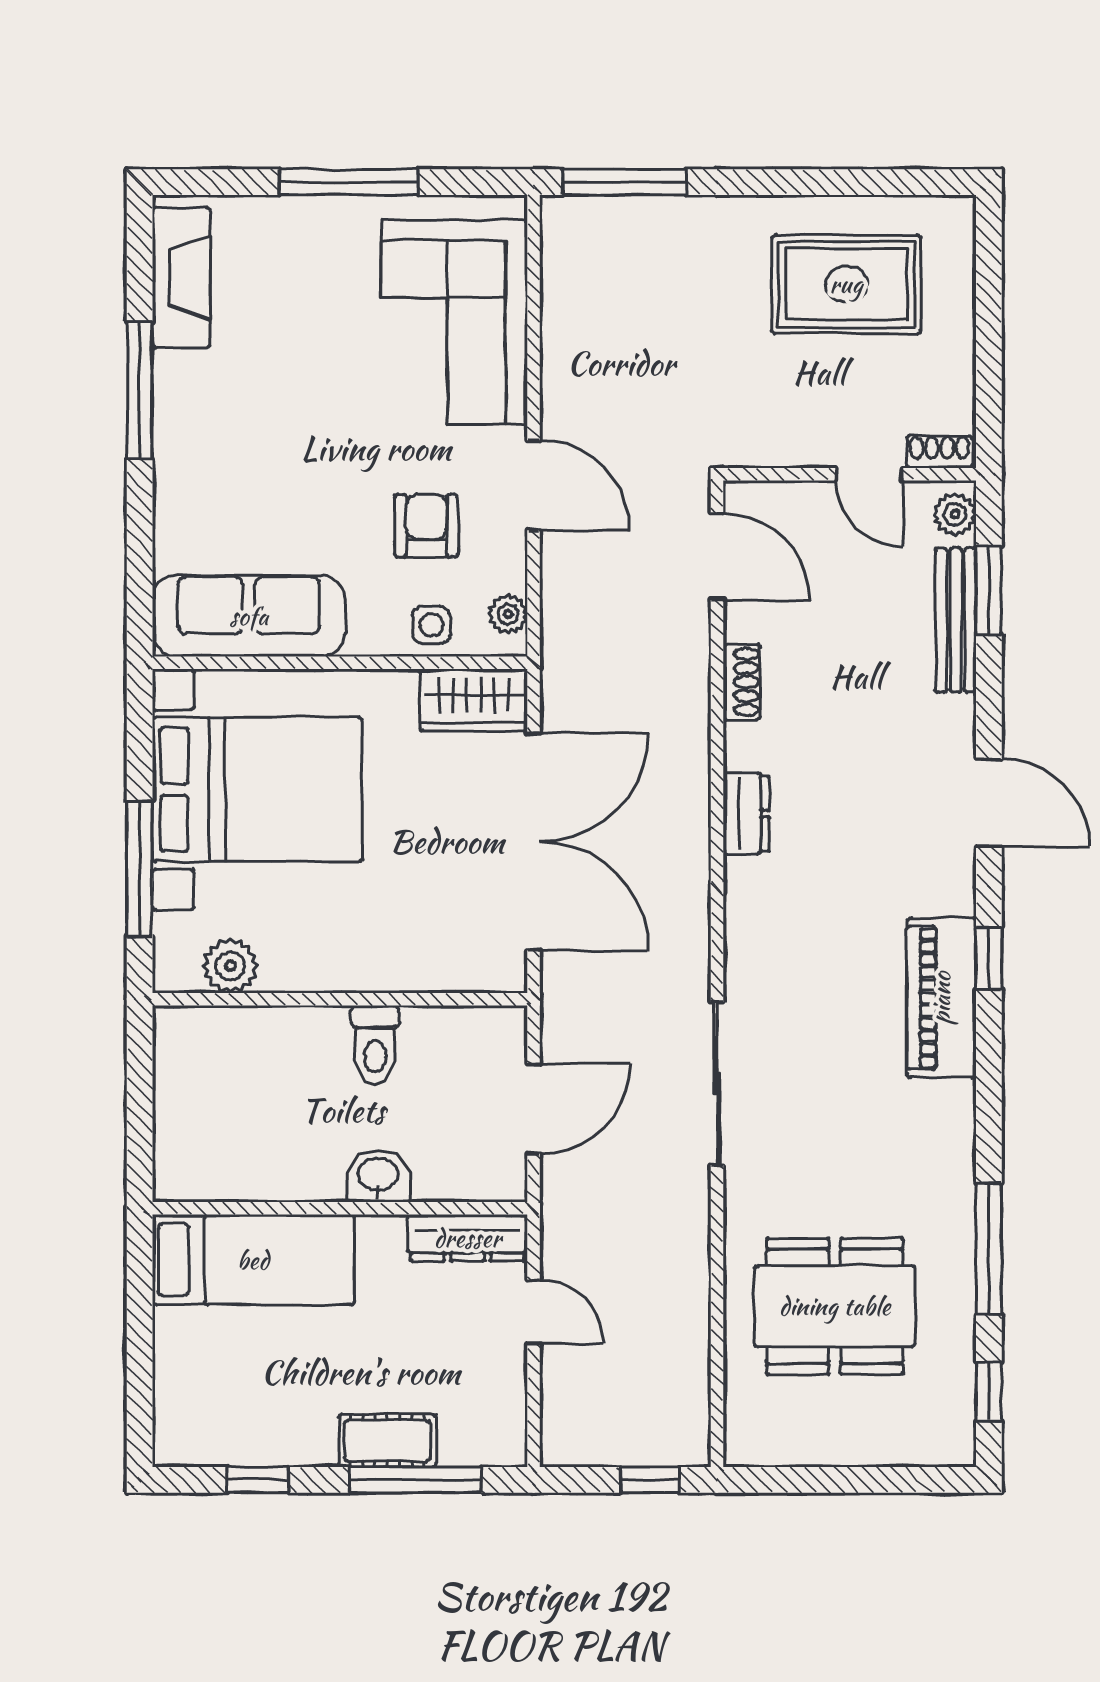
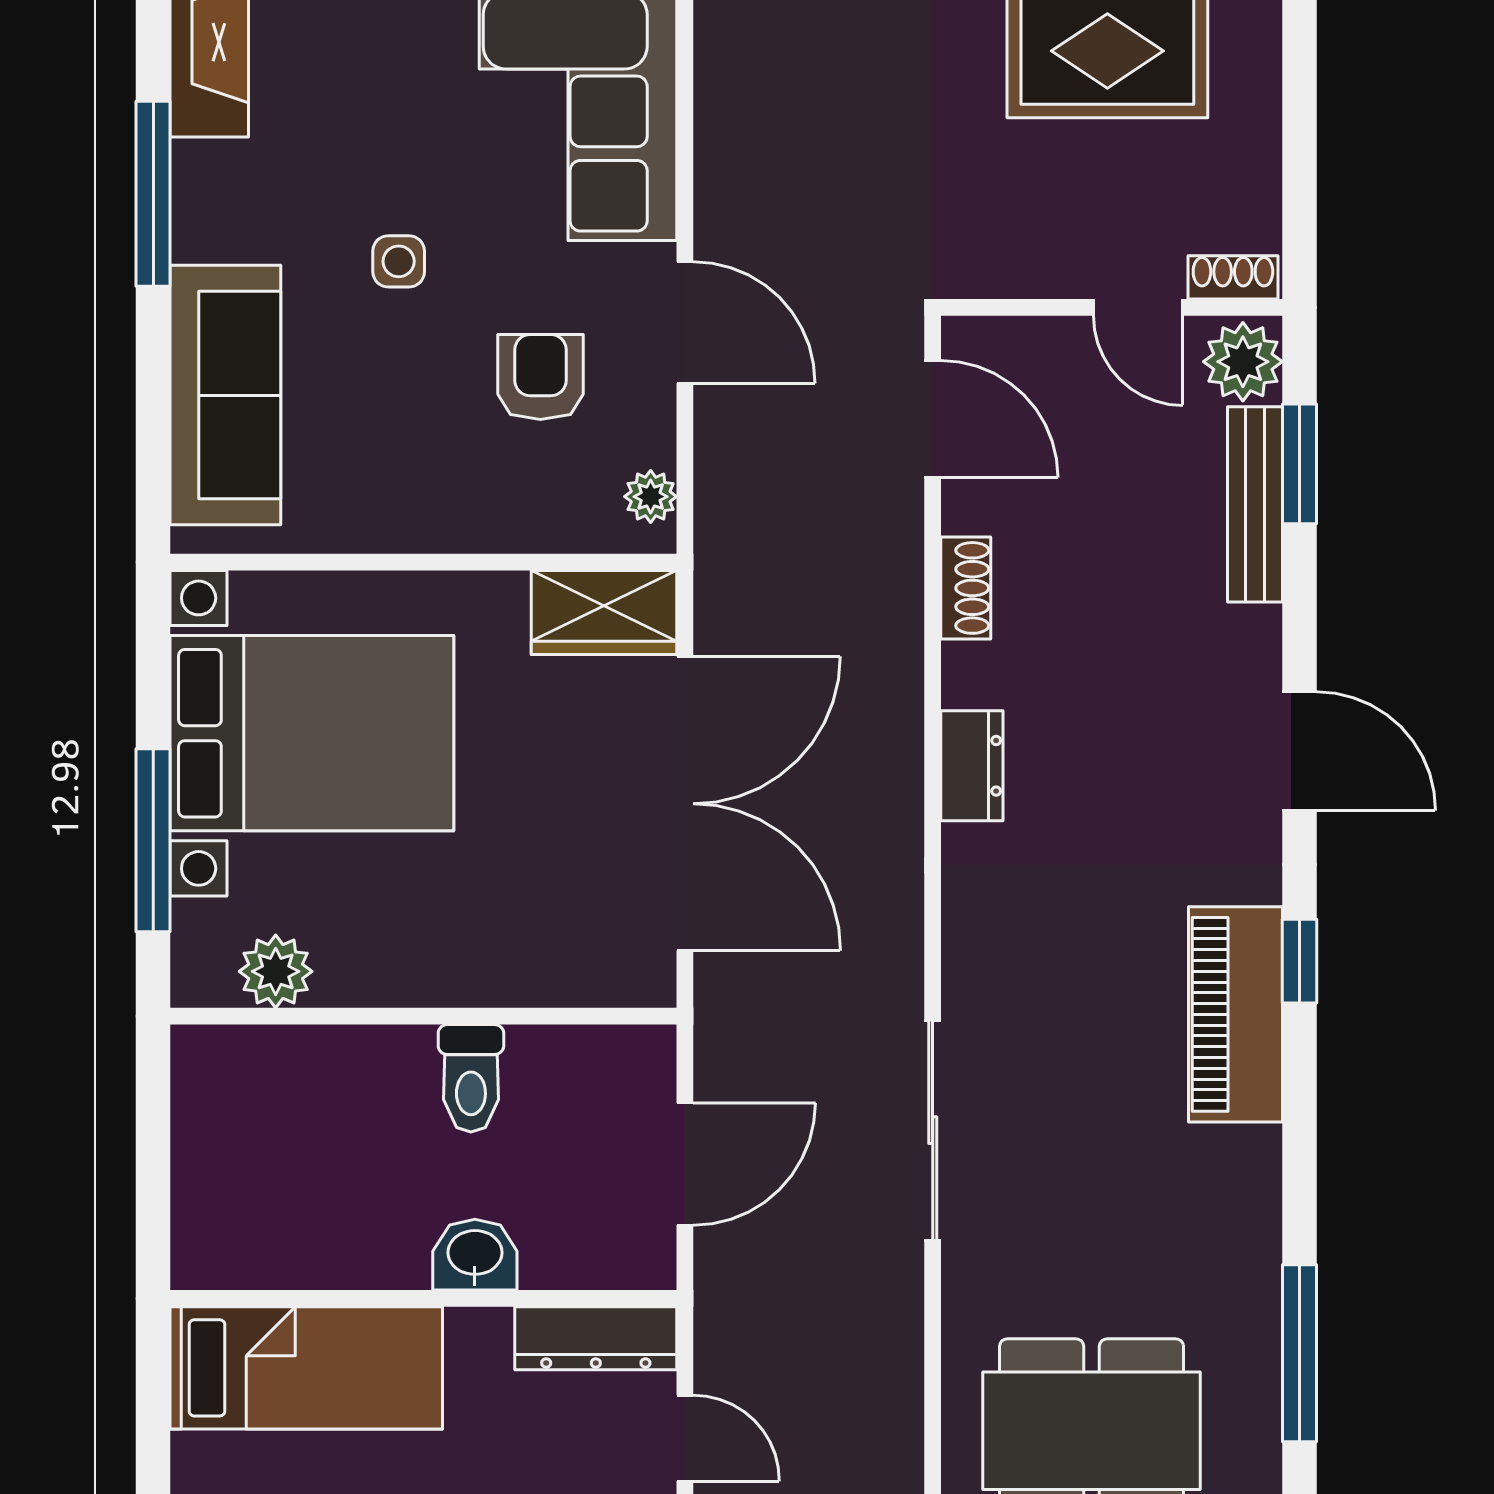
plant: (955, 514) -> (1243, 362), width x1.38, depth x1.38
sofa: (249, 616) -> (225, 395), moved, turned 90
side table: (432, 625) -> (399, 261), moved

